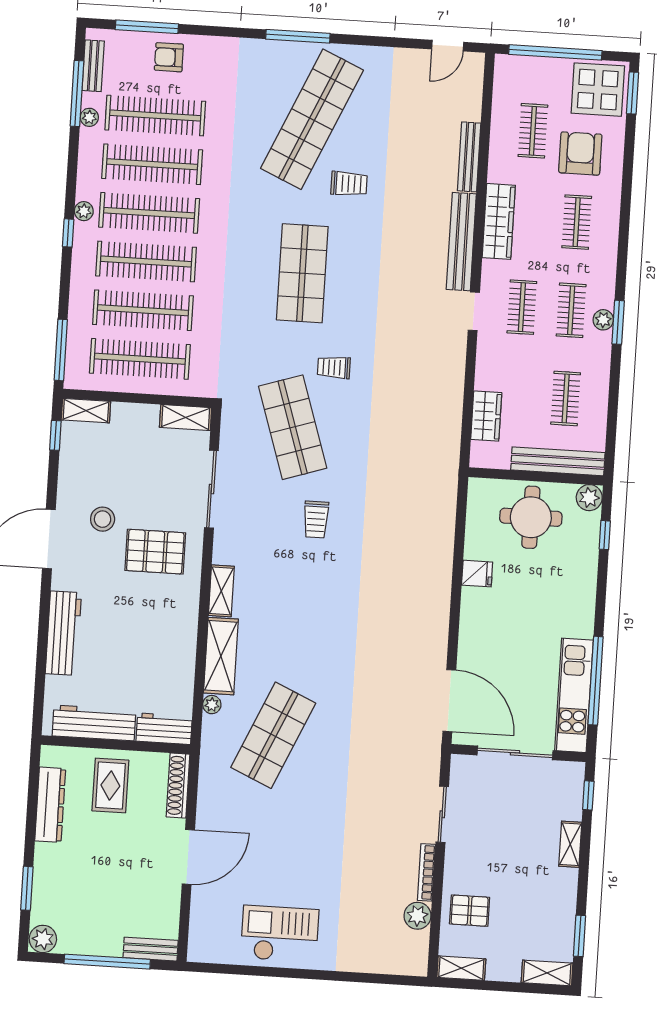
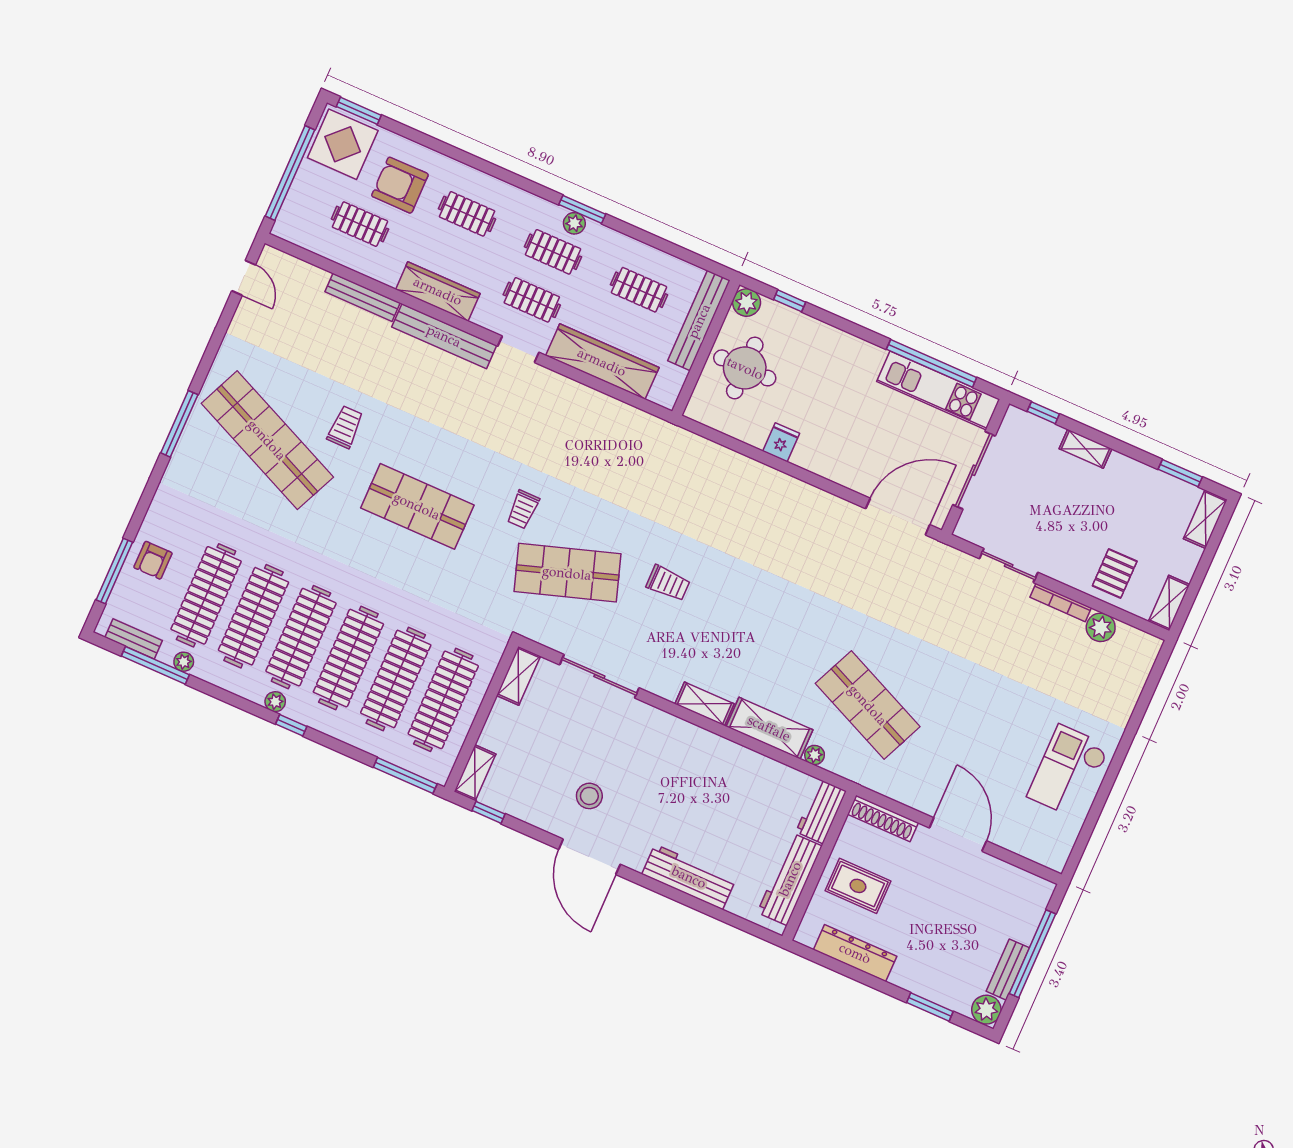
wardrobe: (486, 416) -> (602, 362), width x2.10, depth x1.17
pallet: (155, 552) -> (641, 755), removed
bench: (151, 949) -> (1008, 970), moved

